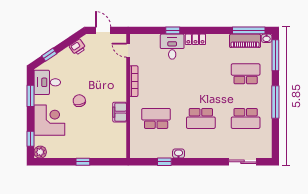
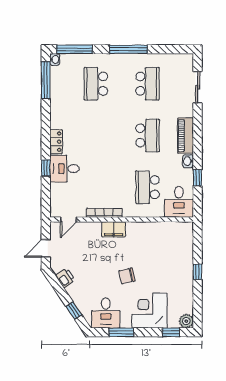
piano: (245, 41) -> (186, 136), moved, turned 180
filing cabinet: (120, 112) -> (114, 229), moved
desk: (143, 146) -> (179, 202), added

